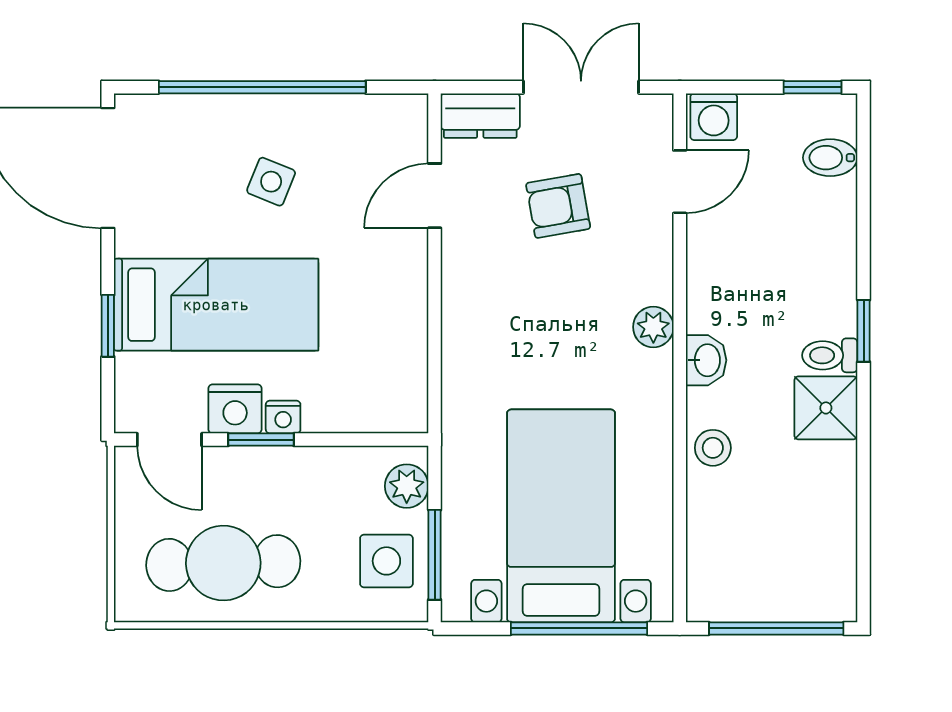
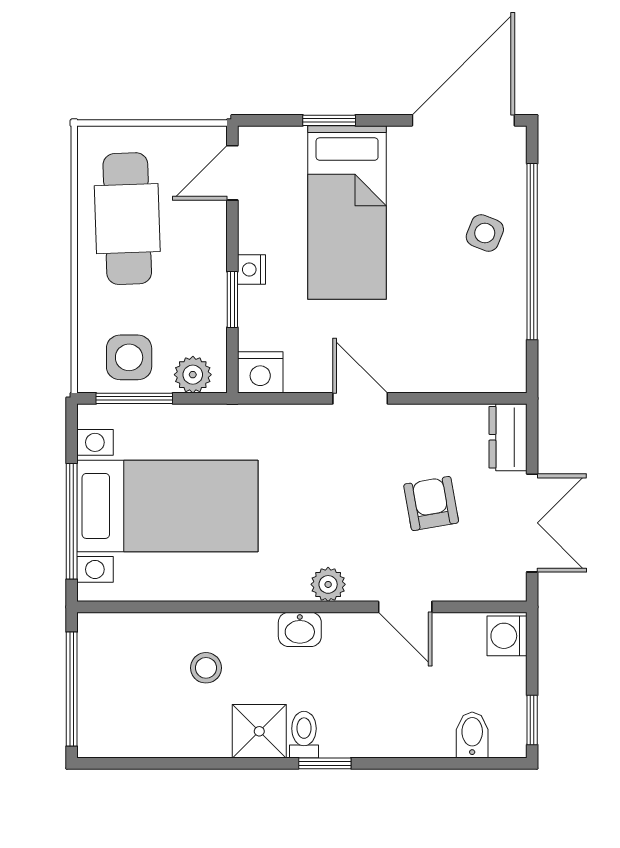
side table: (271, 182) -> (485, 233), moved
door: (680, 182) -> (405, 607), moved
door: (435, 196) -> (360, 398), moved
nightstand: (235, 409) -> (260, 372), moved, turned -90
window: (261, 440) -> (232, 299), moved
stool: (713, 448) -> (206, 668), moved

